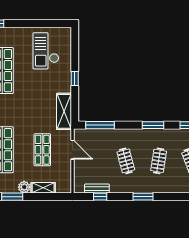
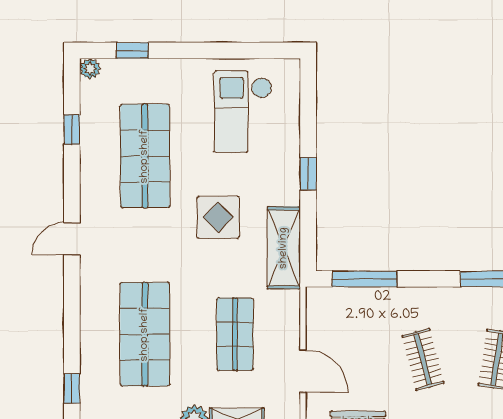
display table: (35, 98) -> (218, 217), added
door: (72, 150) -> (303, 371), moved

